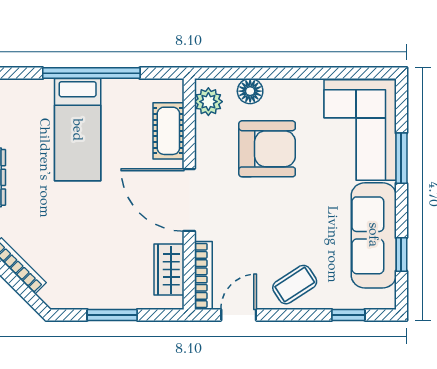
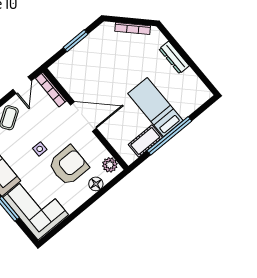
cot: (168, 131) -> (145, 141), moved, turned 90
armchair: (267, 149) -> (68, 165), turned 180
side table: (288, 205) -> (40, 149), added
wardrobe: (169, 270) -> (68, 80), removed

